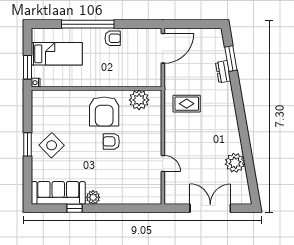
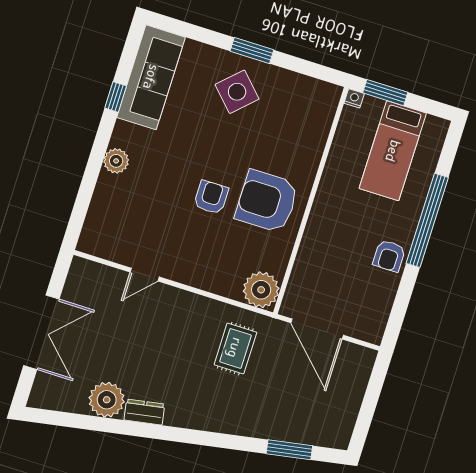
door: (163, 48) -> (317, 329), moved
dresser: (223, 72) -> (144, 412), moved
plant: (139, 100) -> (261, 290), moved
plant: (93, 197) -> (116, 161), moved

